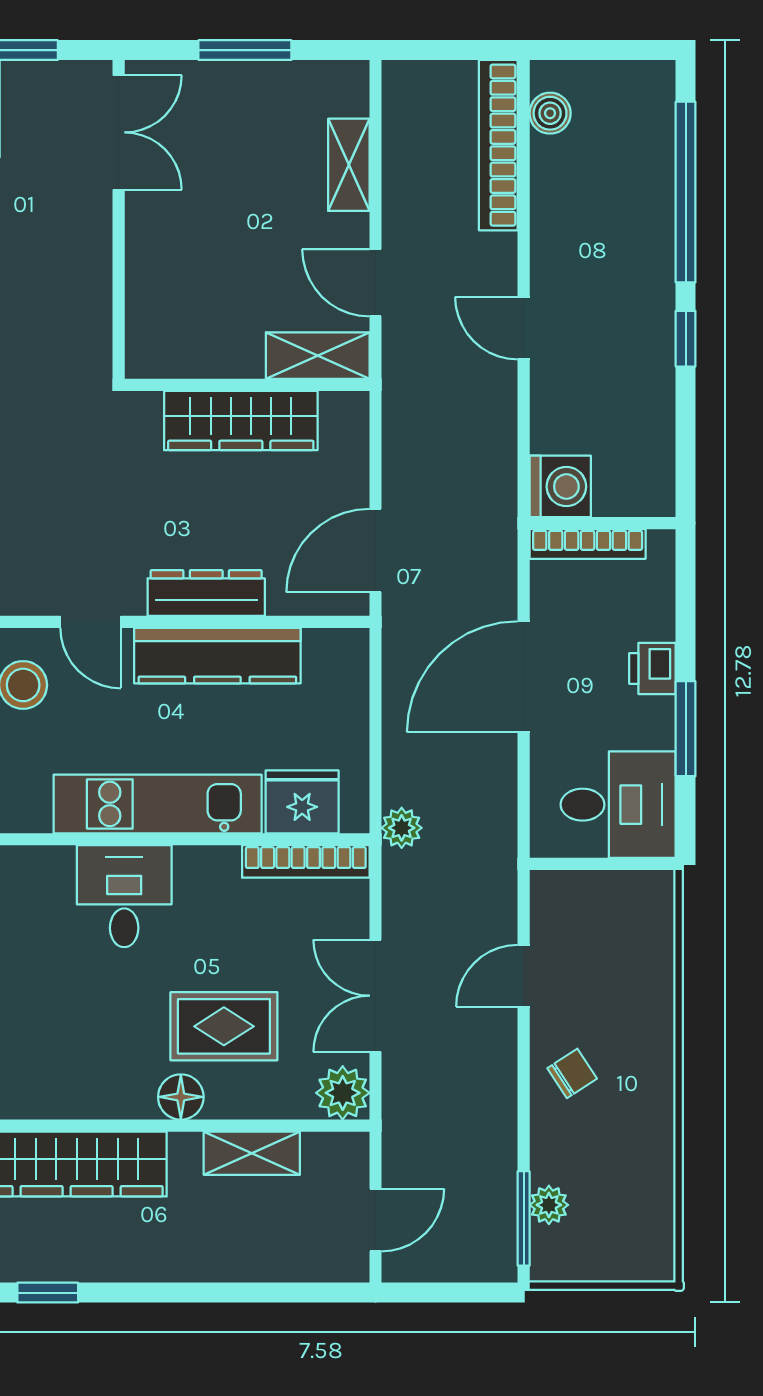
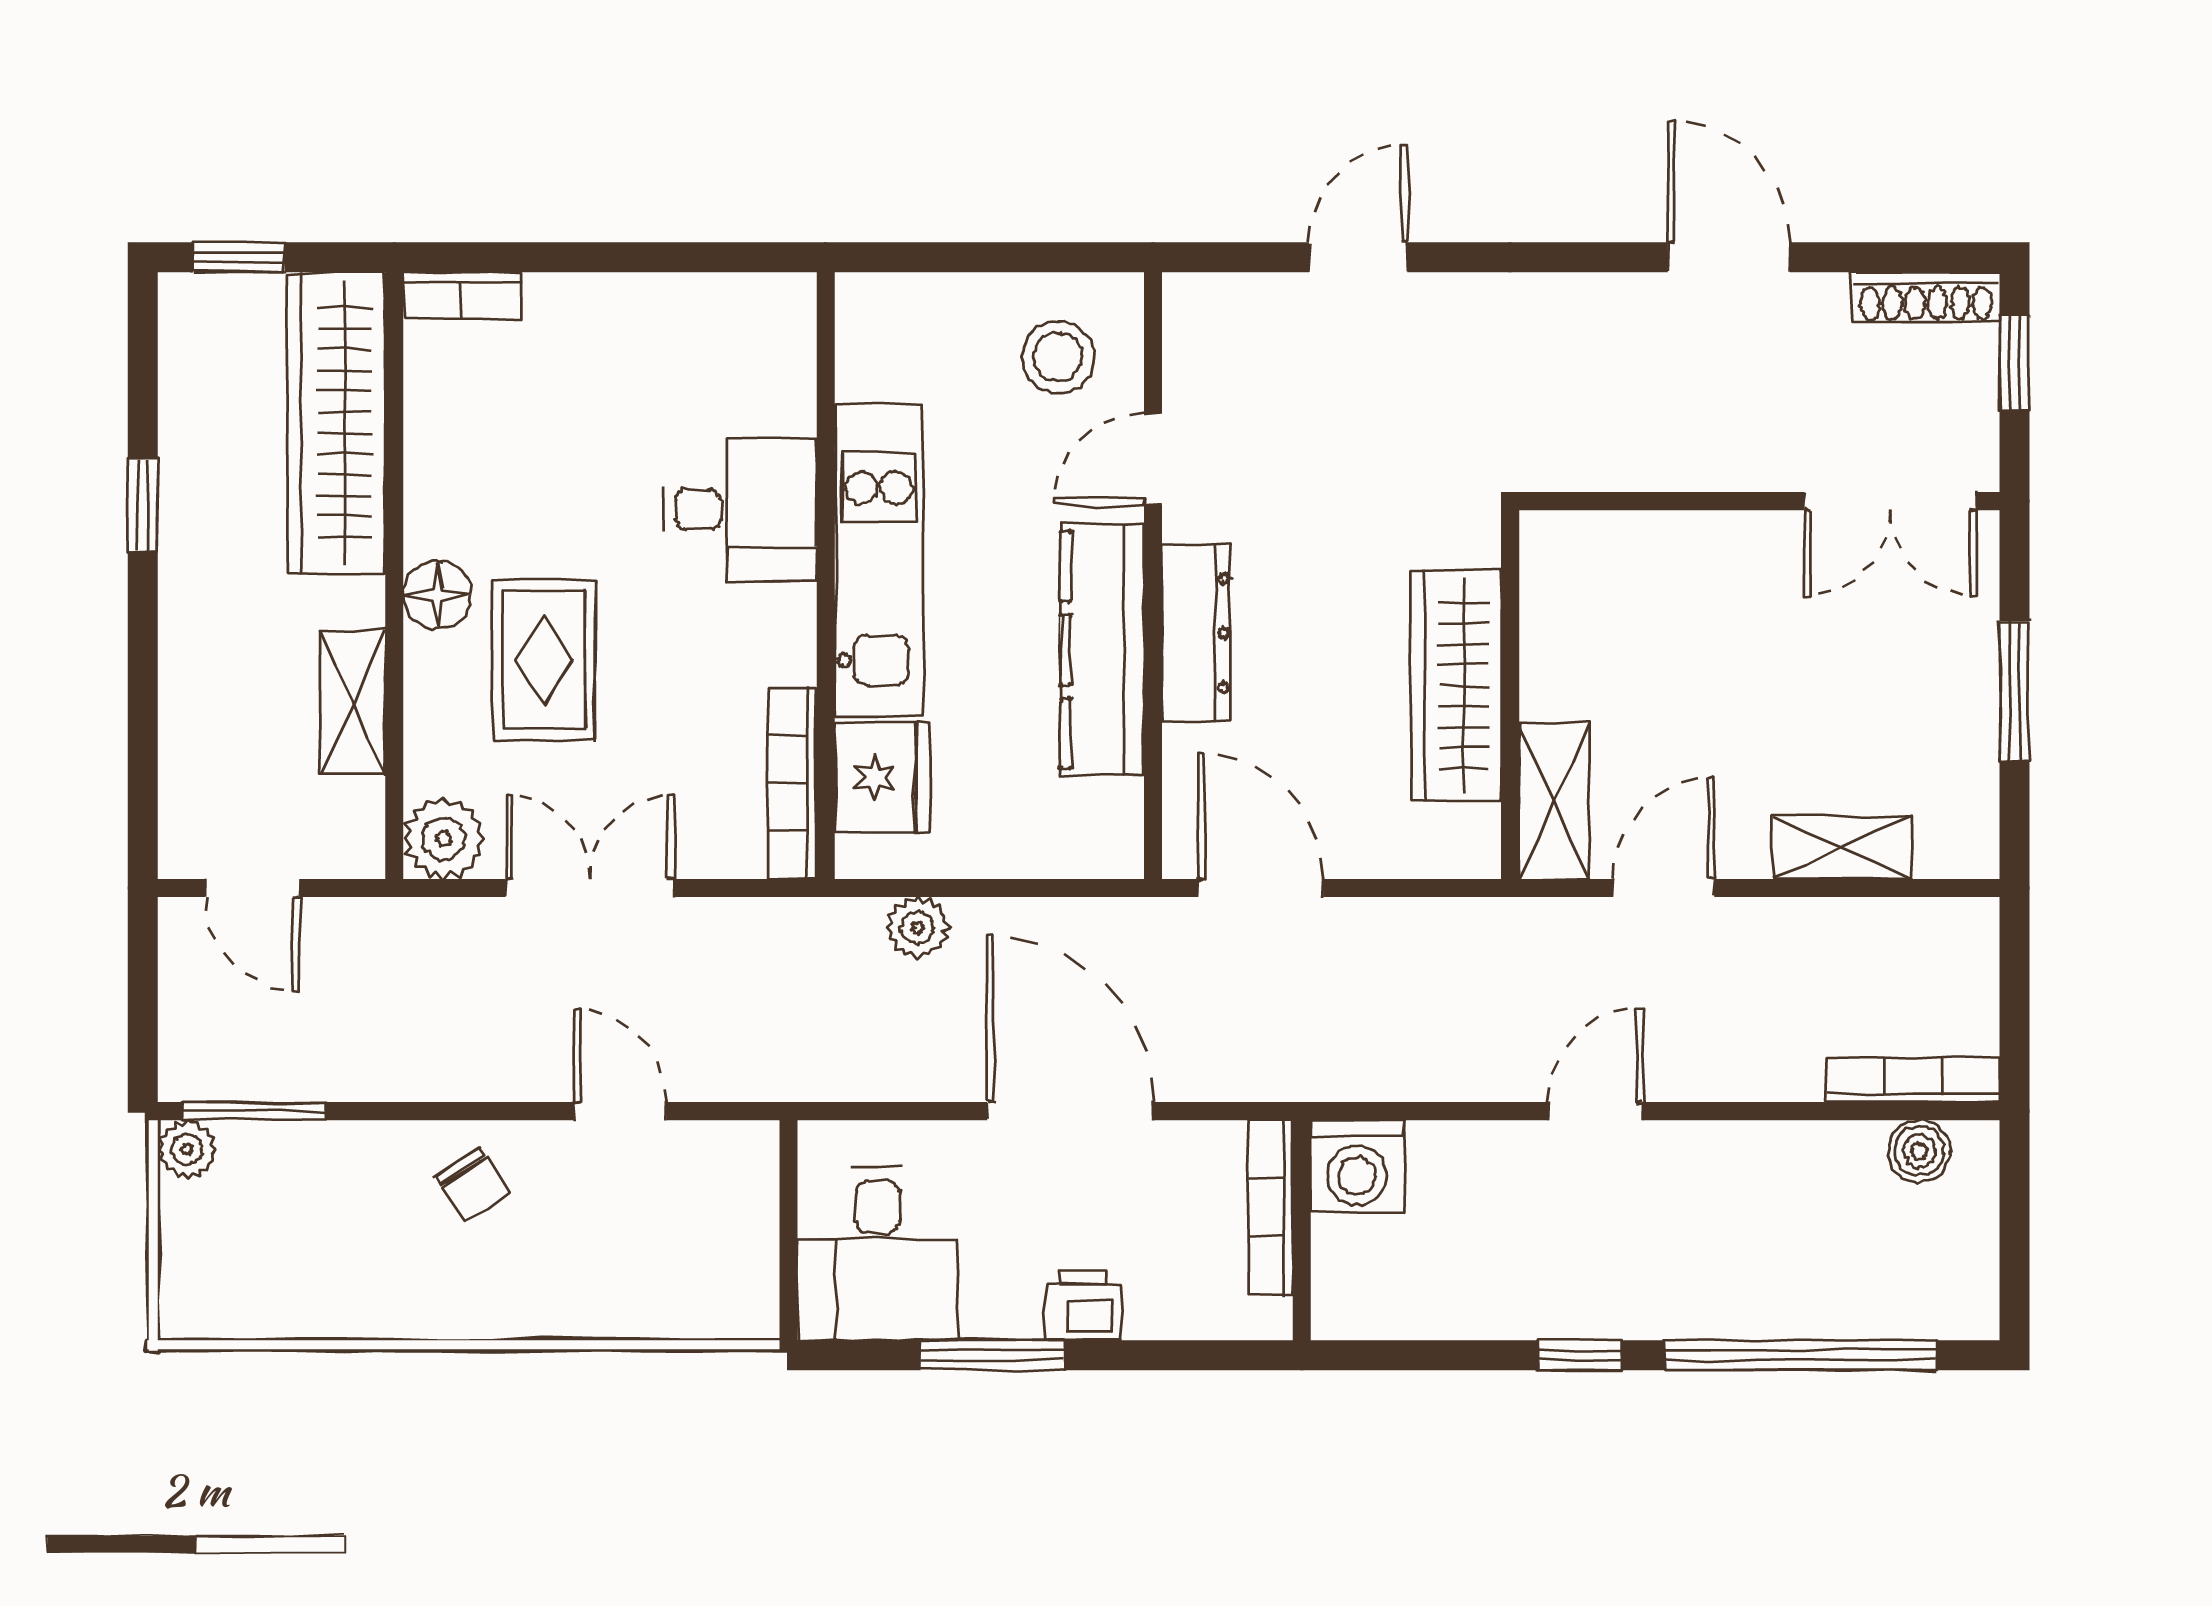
bookcase: (498, 145) -> (1913, 1080), width x0.68, depth x0.76
plant: (402, 828) -> (918, 927), moved
plant: (549, 1205) -> (187, 1149), moved
window: (48, 1293) -> (143, 505), moved

